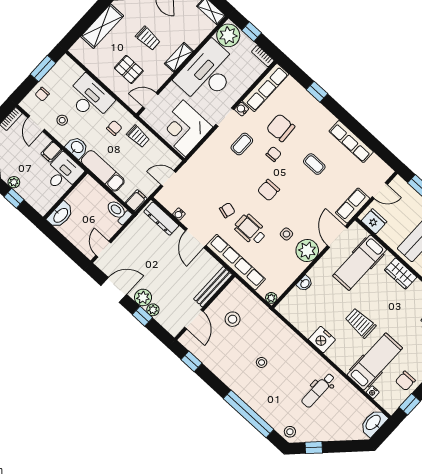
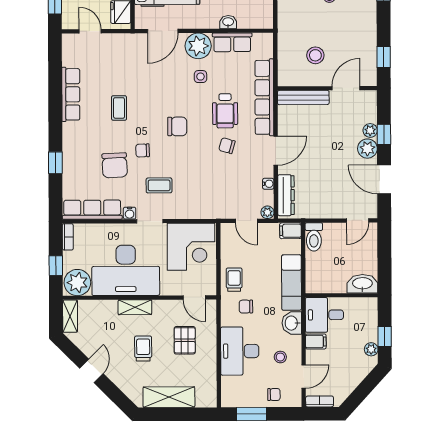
row of seats: (353, 206) -> (232, 42), moved
plant: (271, 298) -> (267, 212), moved

